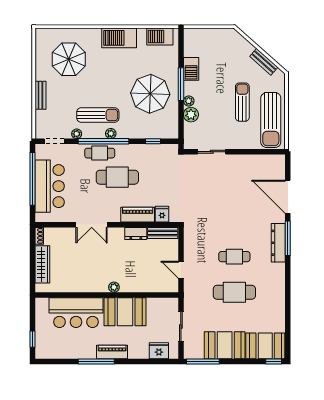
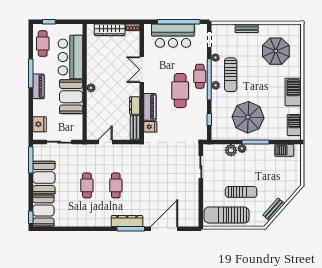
barbecue: (191, 69) -> (284, 150), moved
cafe table: (234, 292) -> (87, 185), width x0.73, depth x0.74
cafe table: (59, 347) -> (43, 44), added

